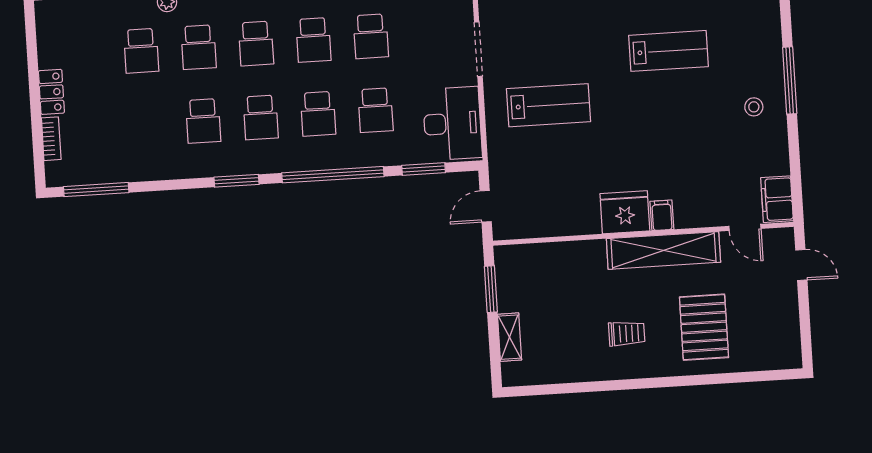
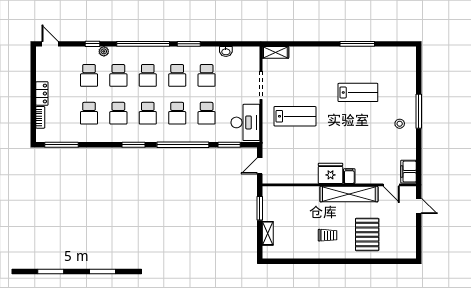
school desk: (146, 125) -> (89, 113), added

